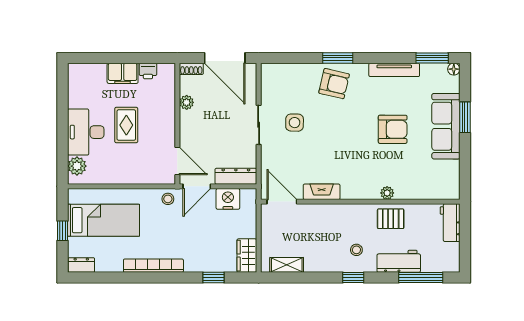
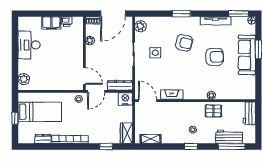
door: (225, 58) -> (113, 14), hinge flipped
plant: (270, 79) -> (140, 26), added
armchair: (334, 84) -> (184, 43), moved
rug: (126, 125) -> (54, 54), removed
desk: (86, 132) -> (29, 45), moved
nightstand: (228, 199) -> (125, 99), moved
workbench: (399, 261) -> (229, 137), moved
dresser: (81, 265) -> (43, 139), moved

